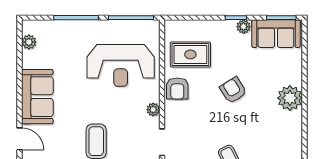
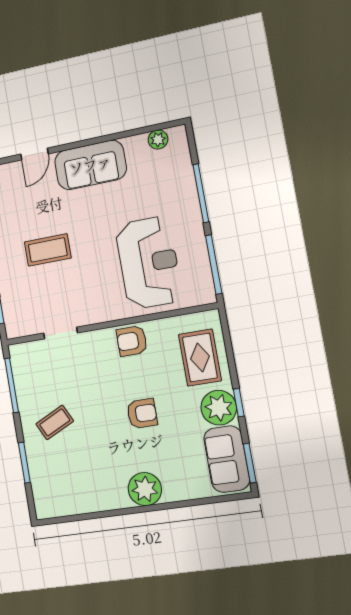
plant: (244, 27) -> (219, 408), width x1.88, depth x1.88
rug: (190, 54) -> (200, 358), moved
reception desk: (121, 65) -> (149, 263), turned 180
armchair: (233, 90) -> (142, 414), turned 32
plant: (153, 110) -> (100, 315), removed

